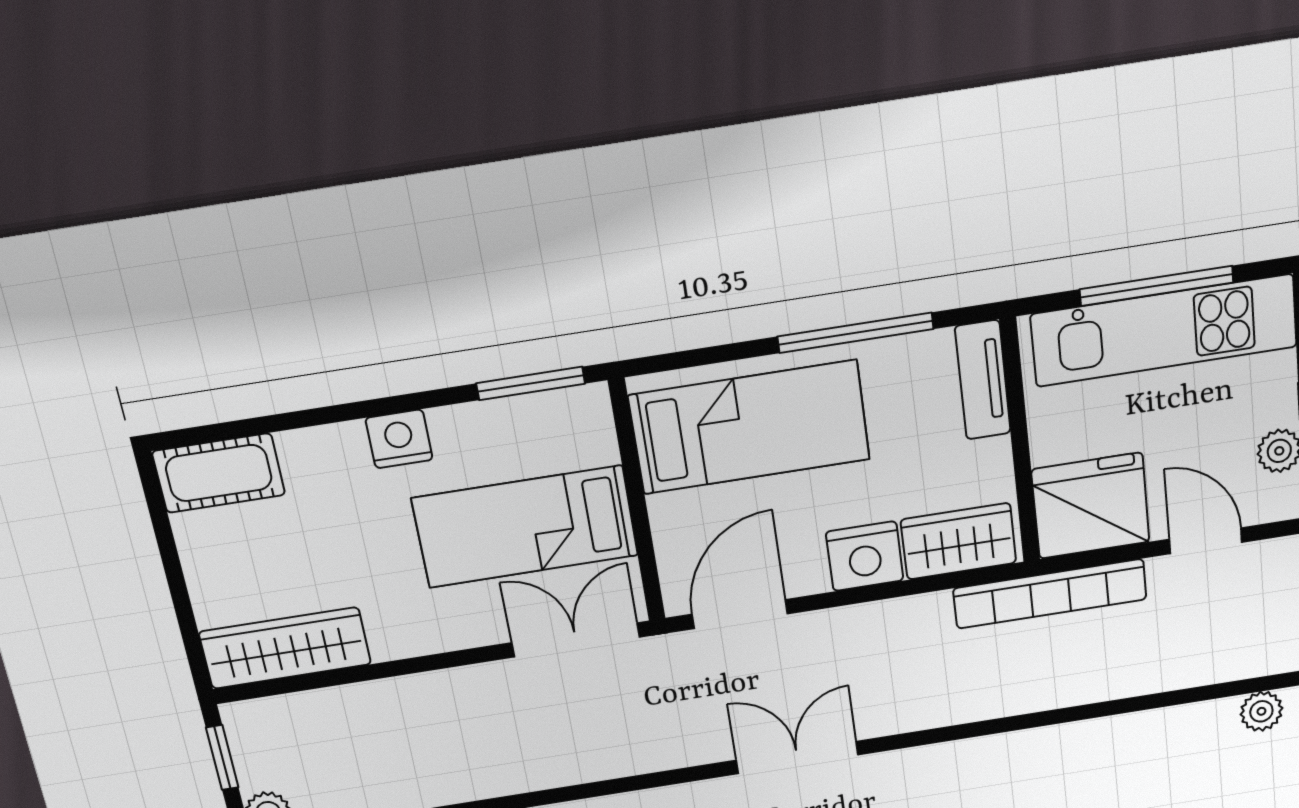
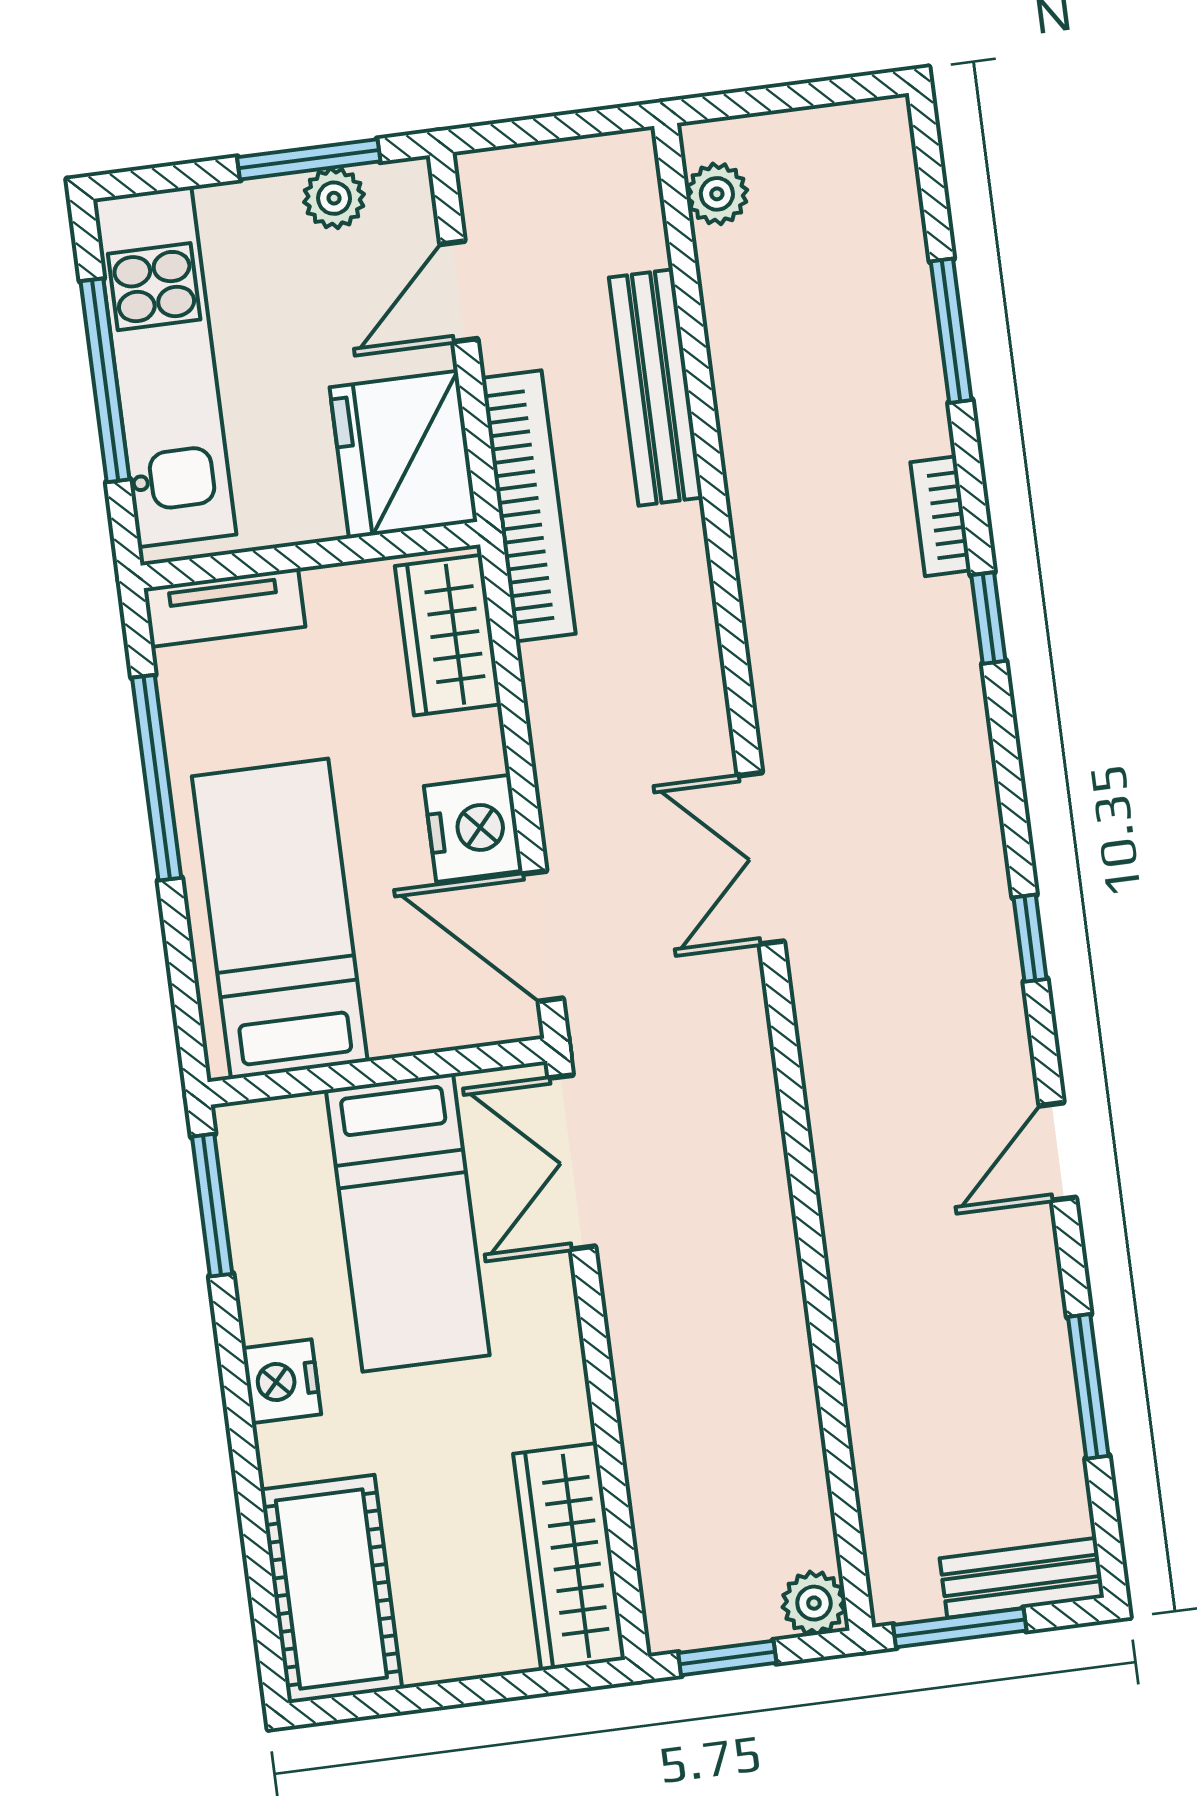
cot: (219, 473) -> (331, 1589), width x1.37, depth x1.34
nightstand: (865, 556) -> (473, 828), moved
bench: (1130, 676) -> (656, 388), added

